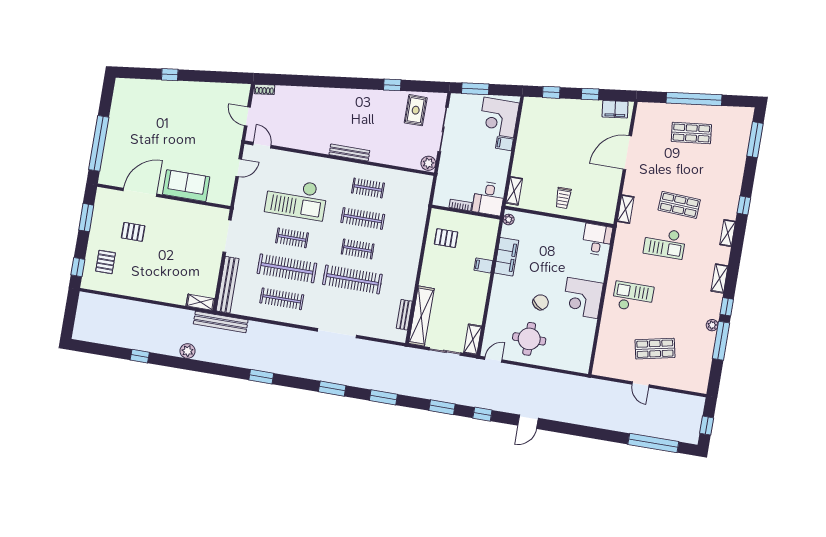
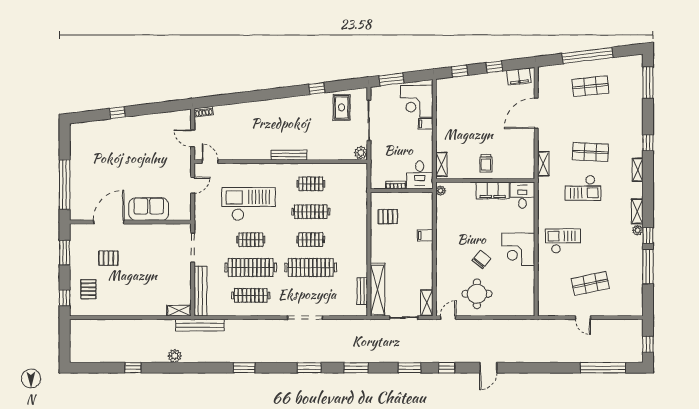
checkout: (296, 199) -> (249, 204), turned 180
filing cabinet: (506, 257) -> (493, 191), moved, turned 90
plant: (712, 325) -> (638, 230), moved

